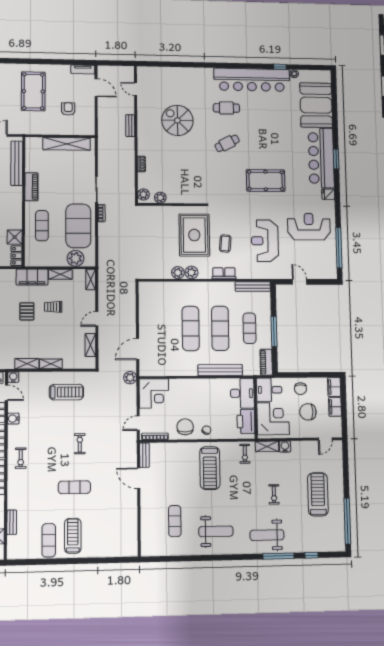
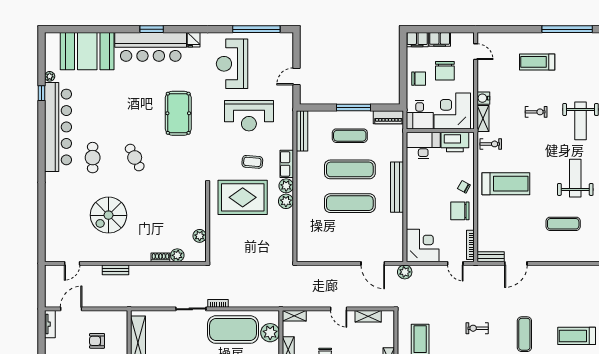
plant: (143, 194) -> (177, 255), moved
plant: (178, 273) -> (286, 186), moved
bench: (220, 370) -> (397, 187), moved
treadmill: (318, 494) -> (537, 62), width x0.73, depth x0.73

